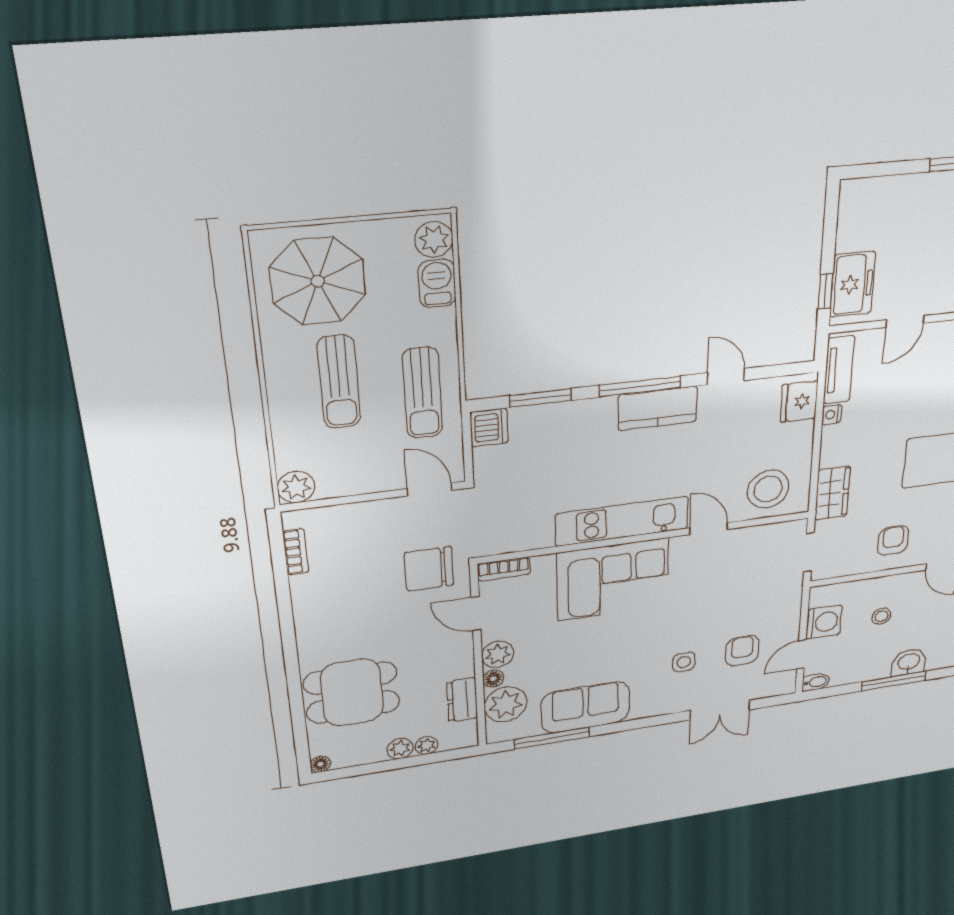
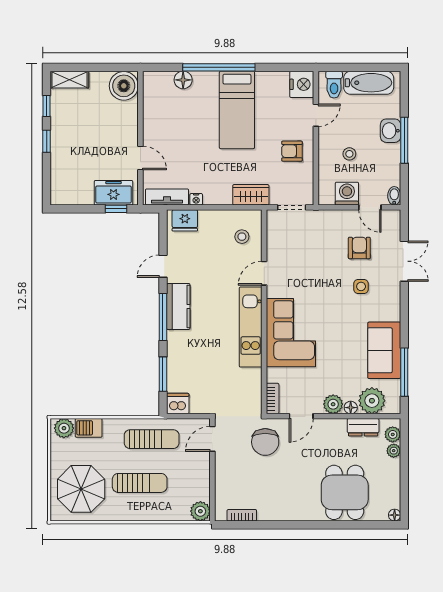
stool: (768, 489) -> (242, 237), width x0.53, depth x0.53
armchair: (742, 651) -> (359, 248), turned 90
plant: (400, 749) -> (393, 434), moved

